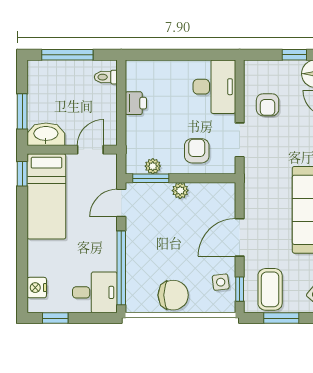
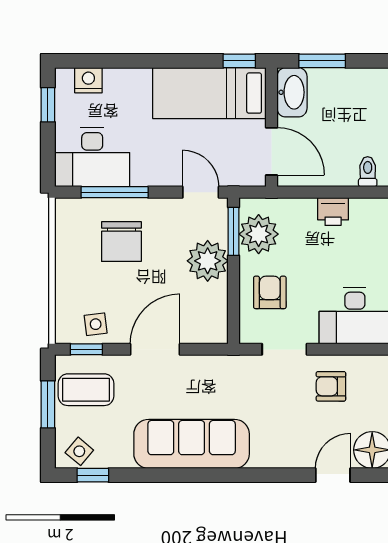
door: (90, 150) -> (271, 151), width x1.38
armchair: (197, 151) -> (270, 292), turned -90
plant: (153, 166) -> (259, 234), width x1.87, depth x1.87
plant: (180, 191) -> (208, 261), width x1.88, depth x1.88
door: (240, 237) -> (155, 349), hinge flipped
window: (121, 268) -> (115, 192), width x0.68
desk: (95, 292) -> (92, 157), width x1.37
chair: (173, 295) -> (121, 242), moved

